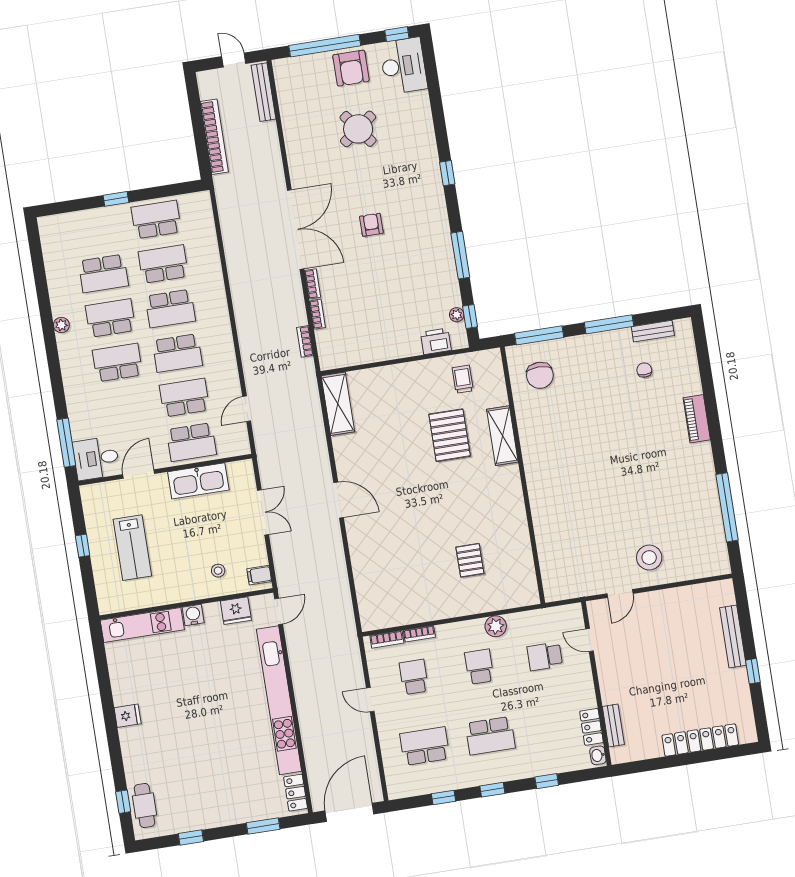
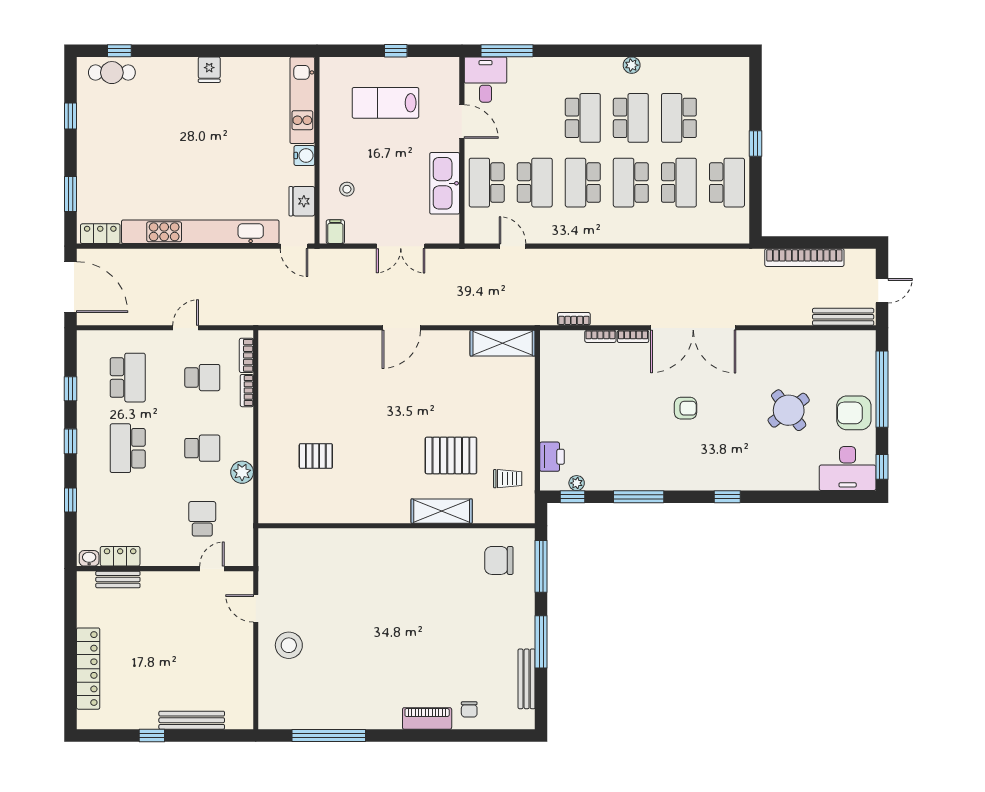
bench: (653, 331) -> (527, 679), width x1.36
chair: (644, 370) -> (469, 709), moved, turned 90

